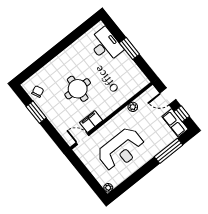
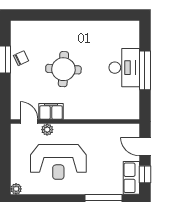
desk: (105, 45) -> (124, 68), moved
window: (129, 49) -> (145, 70), width x1.44
chair: (38, 92) -> (21, 58), moved
plant: (133, 107) -> (47, 130), moved

